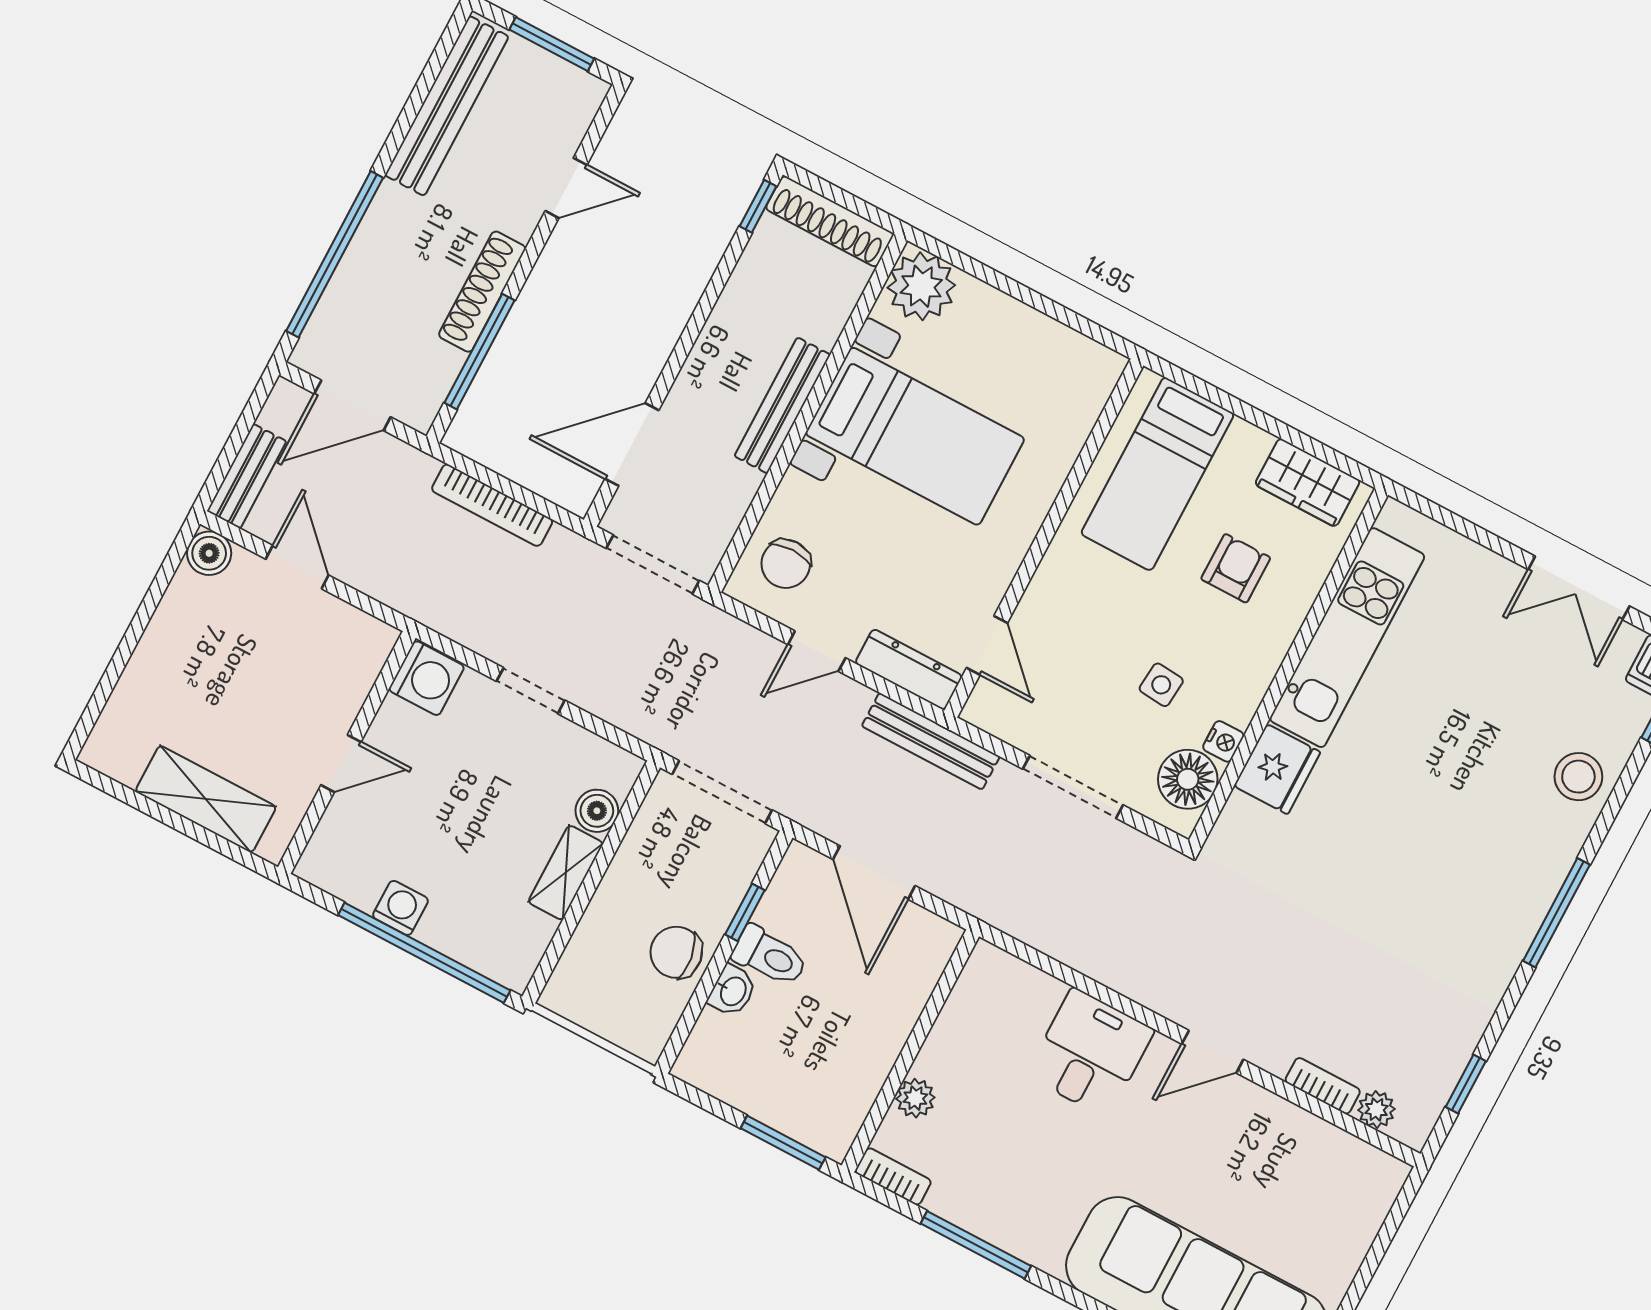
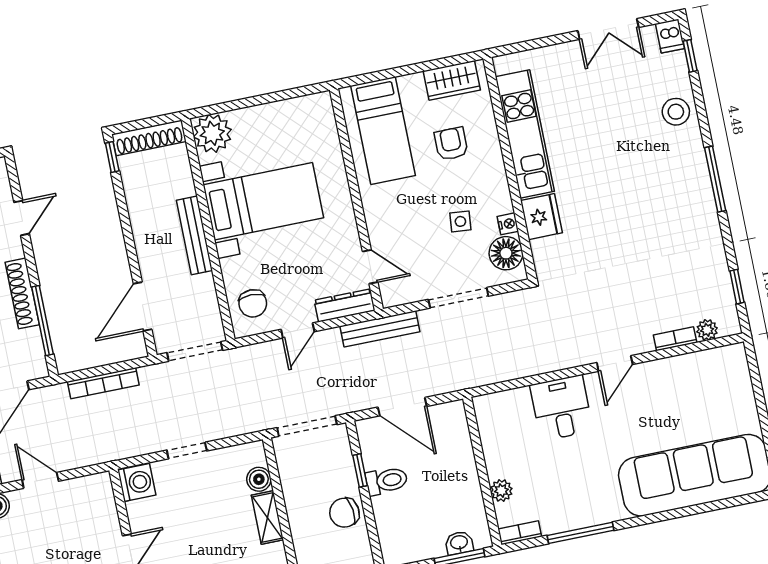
washbasin: (732, 991) -> (459, 543), moved, turned -90

